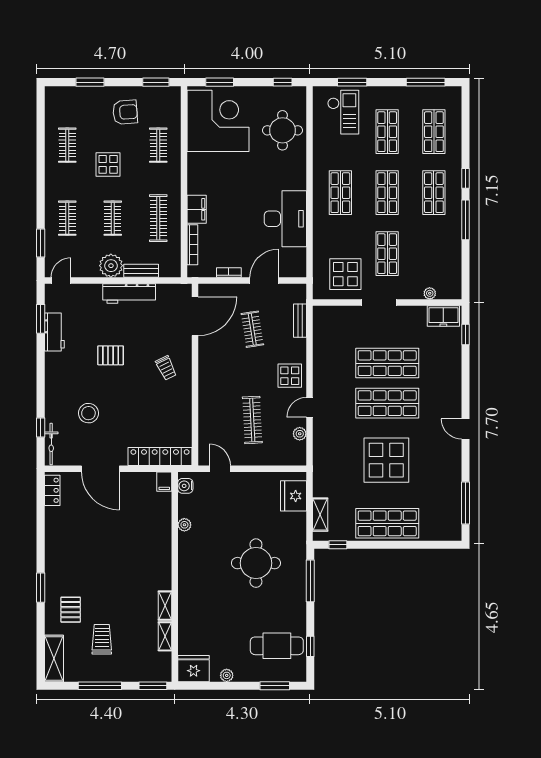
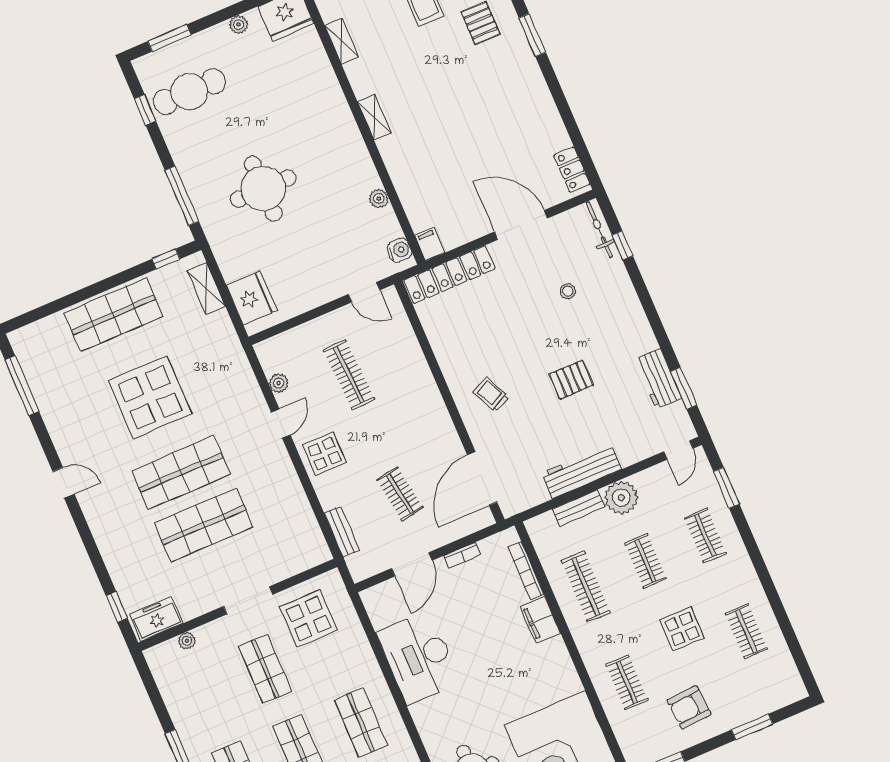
stool: (88, 413) -> (568, 291), width x0.53, depth x0.53
shelving: (165, 606) -> (374, 117), moved

